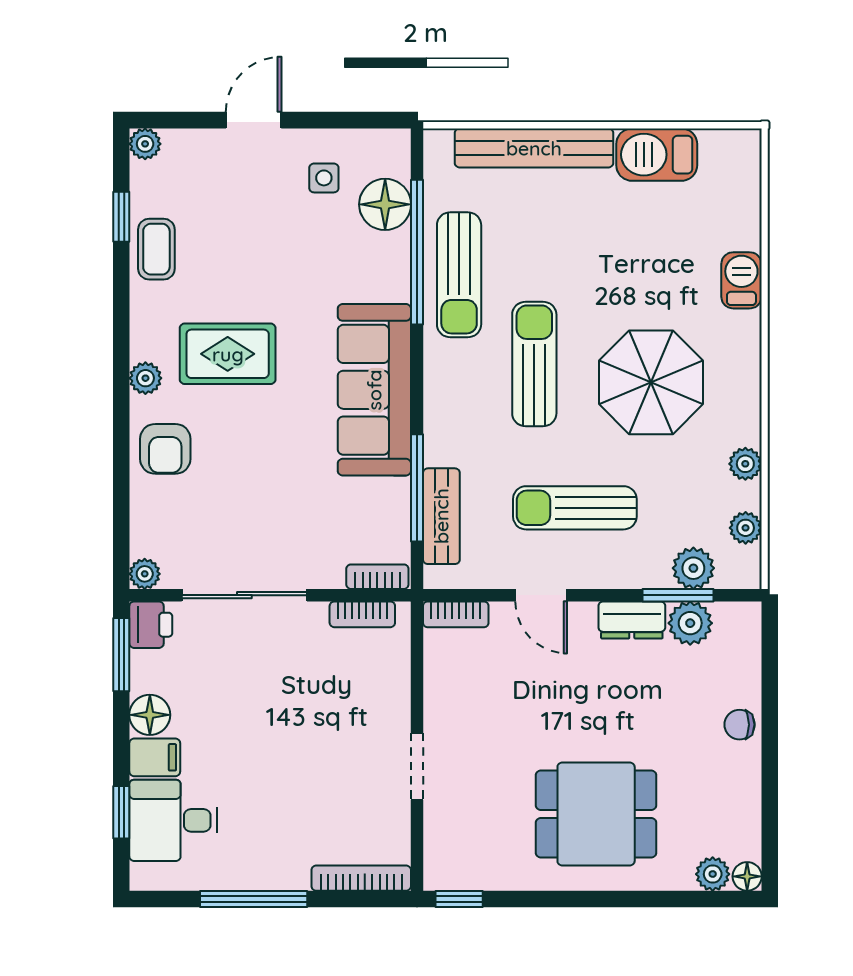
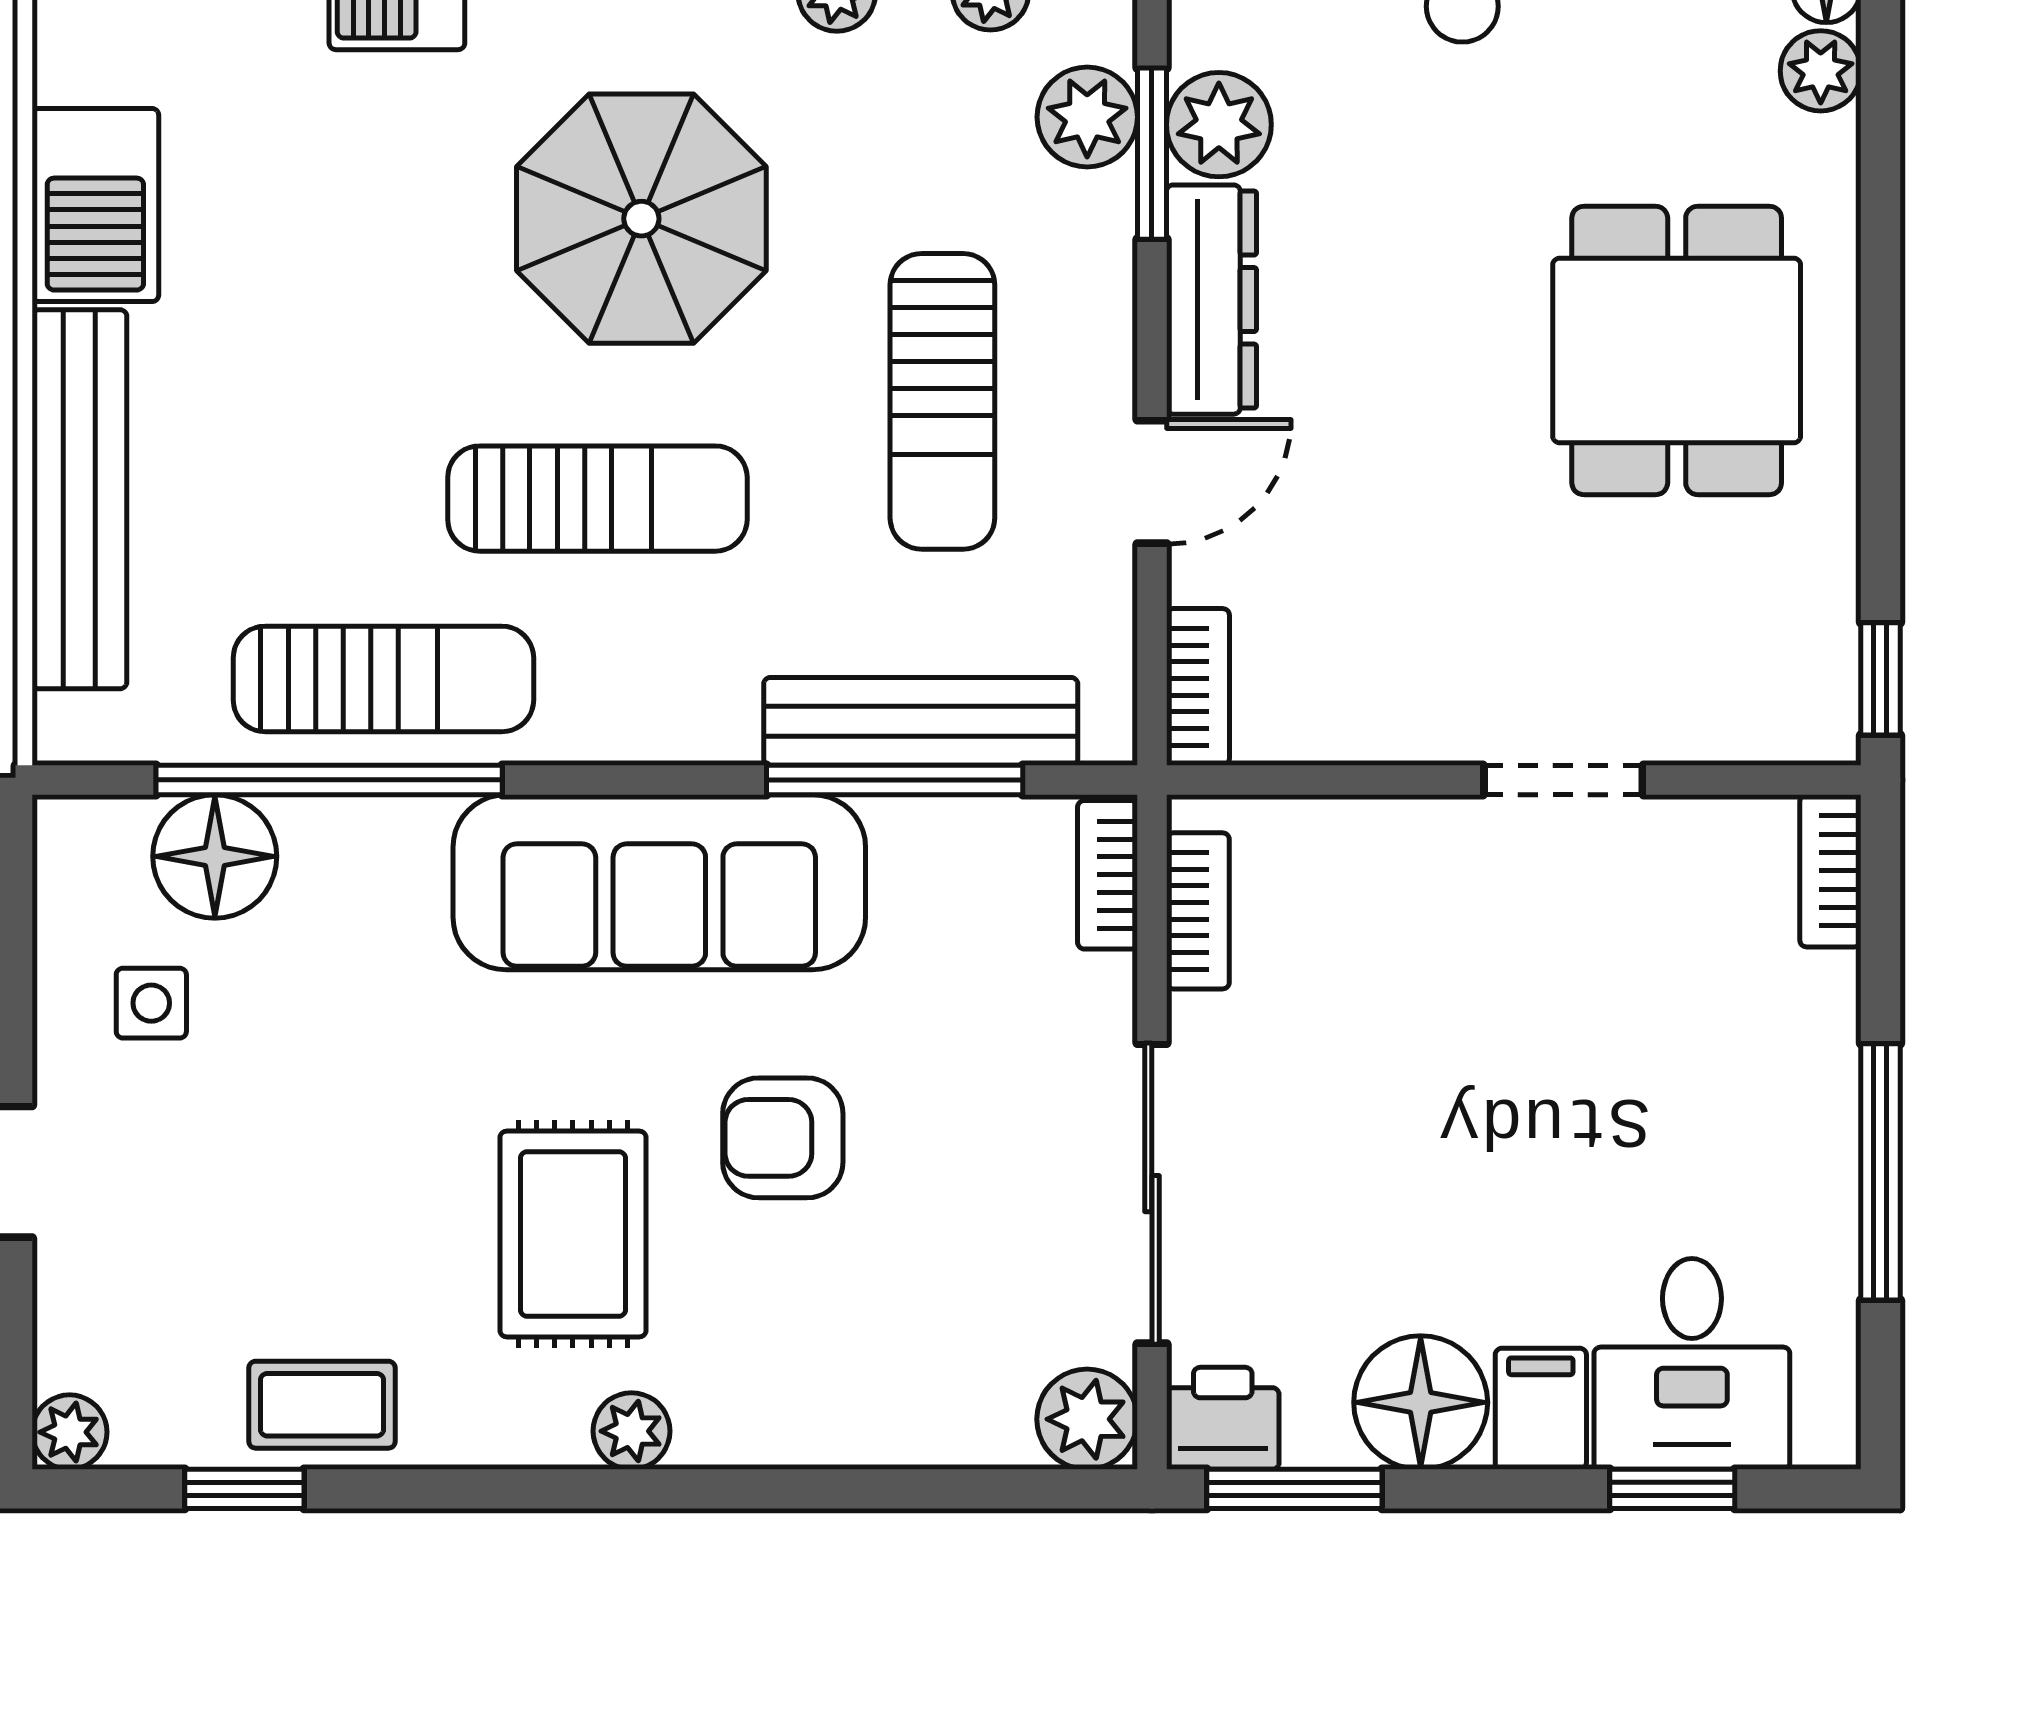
sun lounger: (534, 364) -> (597, 499), turned 180
armchair: (165, 449) -> (783, 1138), moved, turned 180
bench: (441, 516) -> (921, 721), width x1.36
plant: (145, 574) -> (1087, 1419), width x1.38, depth x1.38
dresser: (632, 620) -> (1211, 300), width x1.44
floor lamp: (150, 715) -> (1421, 1402), width x1.38, depth x1.38
bookcase: (361, 878) -> (1830, 871), width x0.64

